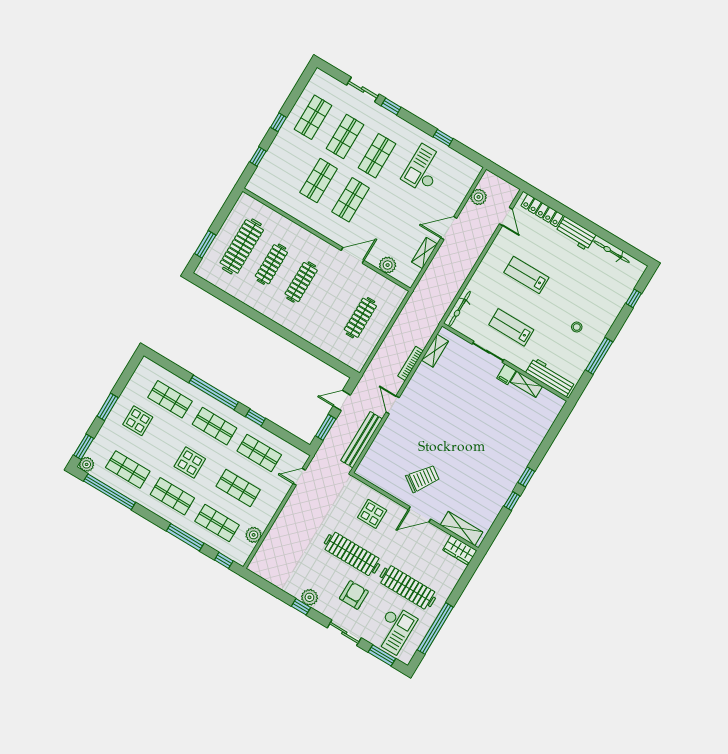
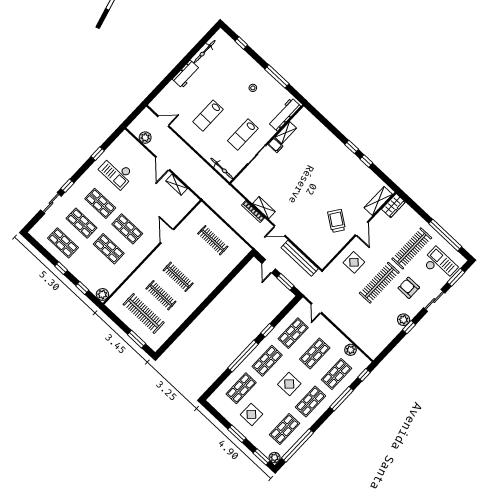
locker: (542, 210) -> (165, 94), removed
plant: (388, 265) -> (102, 294), moved
shelving: (435, 351) -> (264, 208), moved

